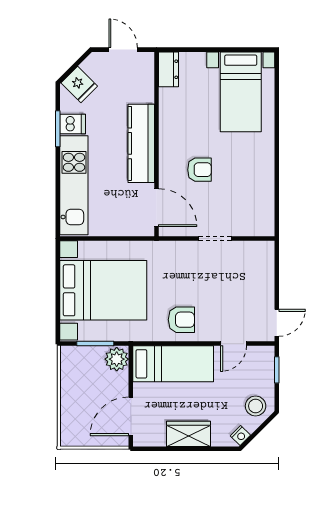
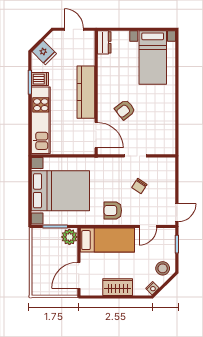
armchair: (199, 170) -> (125, 110), turned 142
chair: (221, 283) -> (139, 186), added
armchair: (181, 320) -> (113, 210), turned 180

